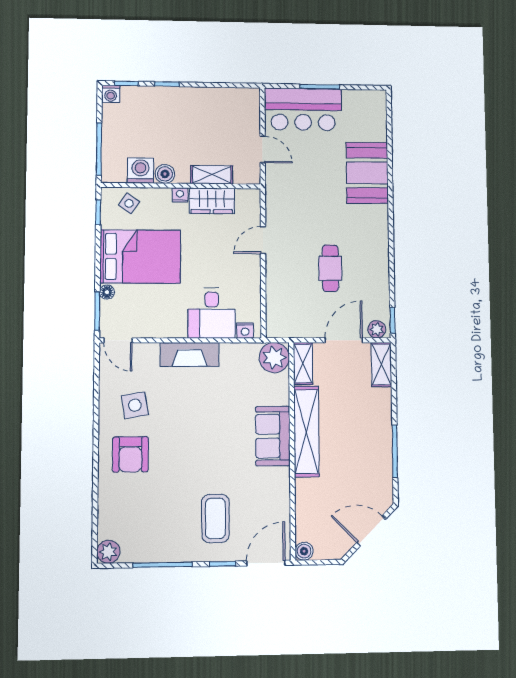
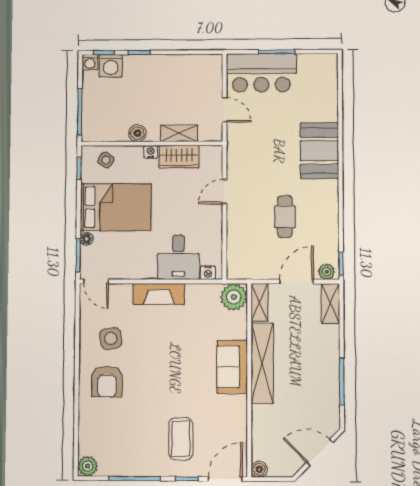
washing machine: (140, 170) -> (111, 66), moved, turned 180
booth: (367, 173) -> (319, 151), moved

